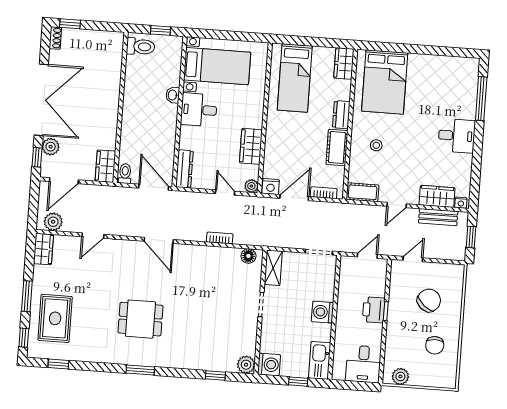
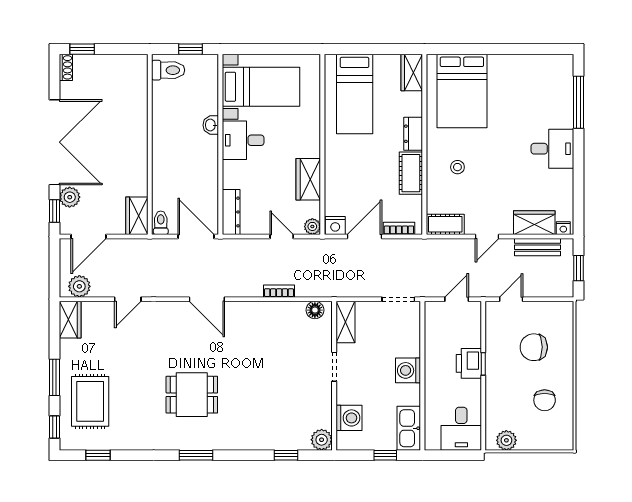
chair: (429, 300) -> (534, 347), turned -131
washing machine: (269, 364) -> (349, 418), moved

